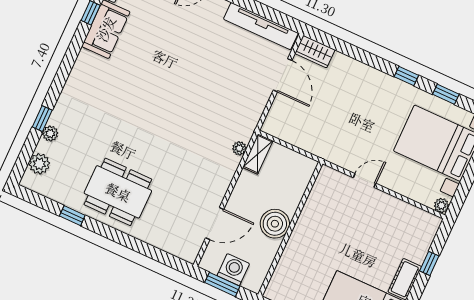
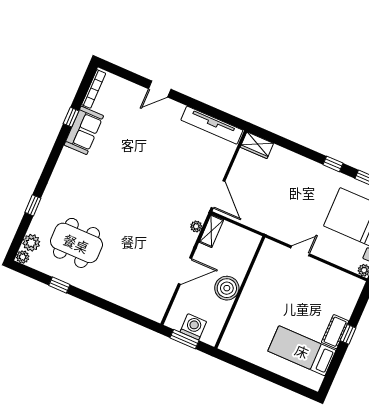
door: (283, 75) -> (218, 194), moved
plant: (50, 134) -> (23, 257), moved
dining table: (118, 192) -> (76, 243), moved
door: (215, 224) -> (185, 271), moved
window: (429, 263) -> (348, 334), moved

